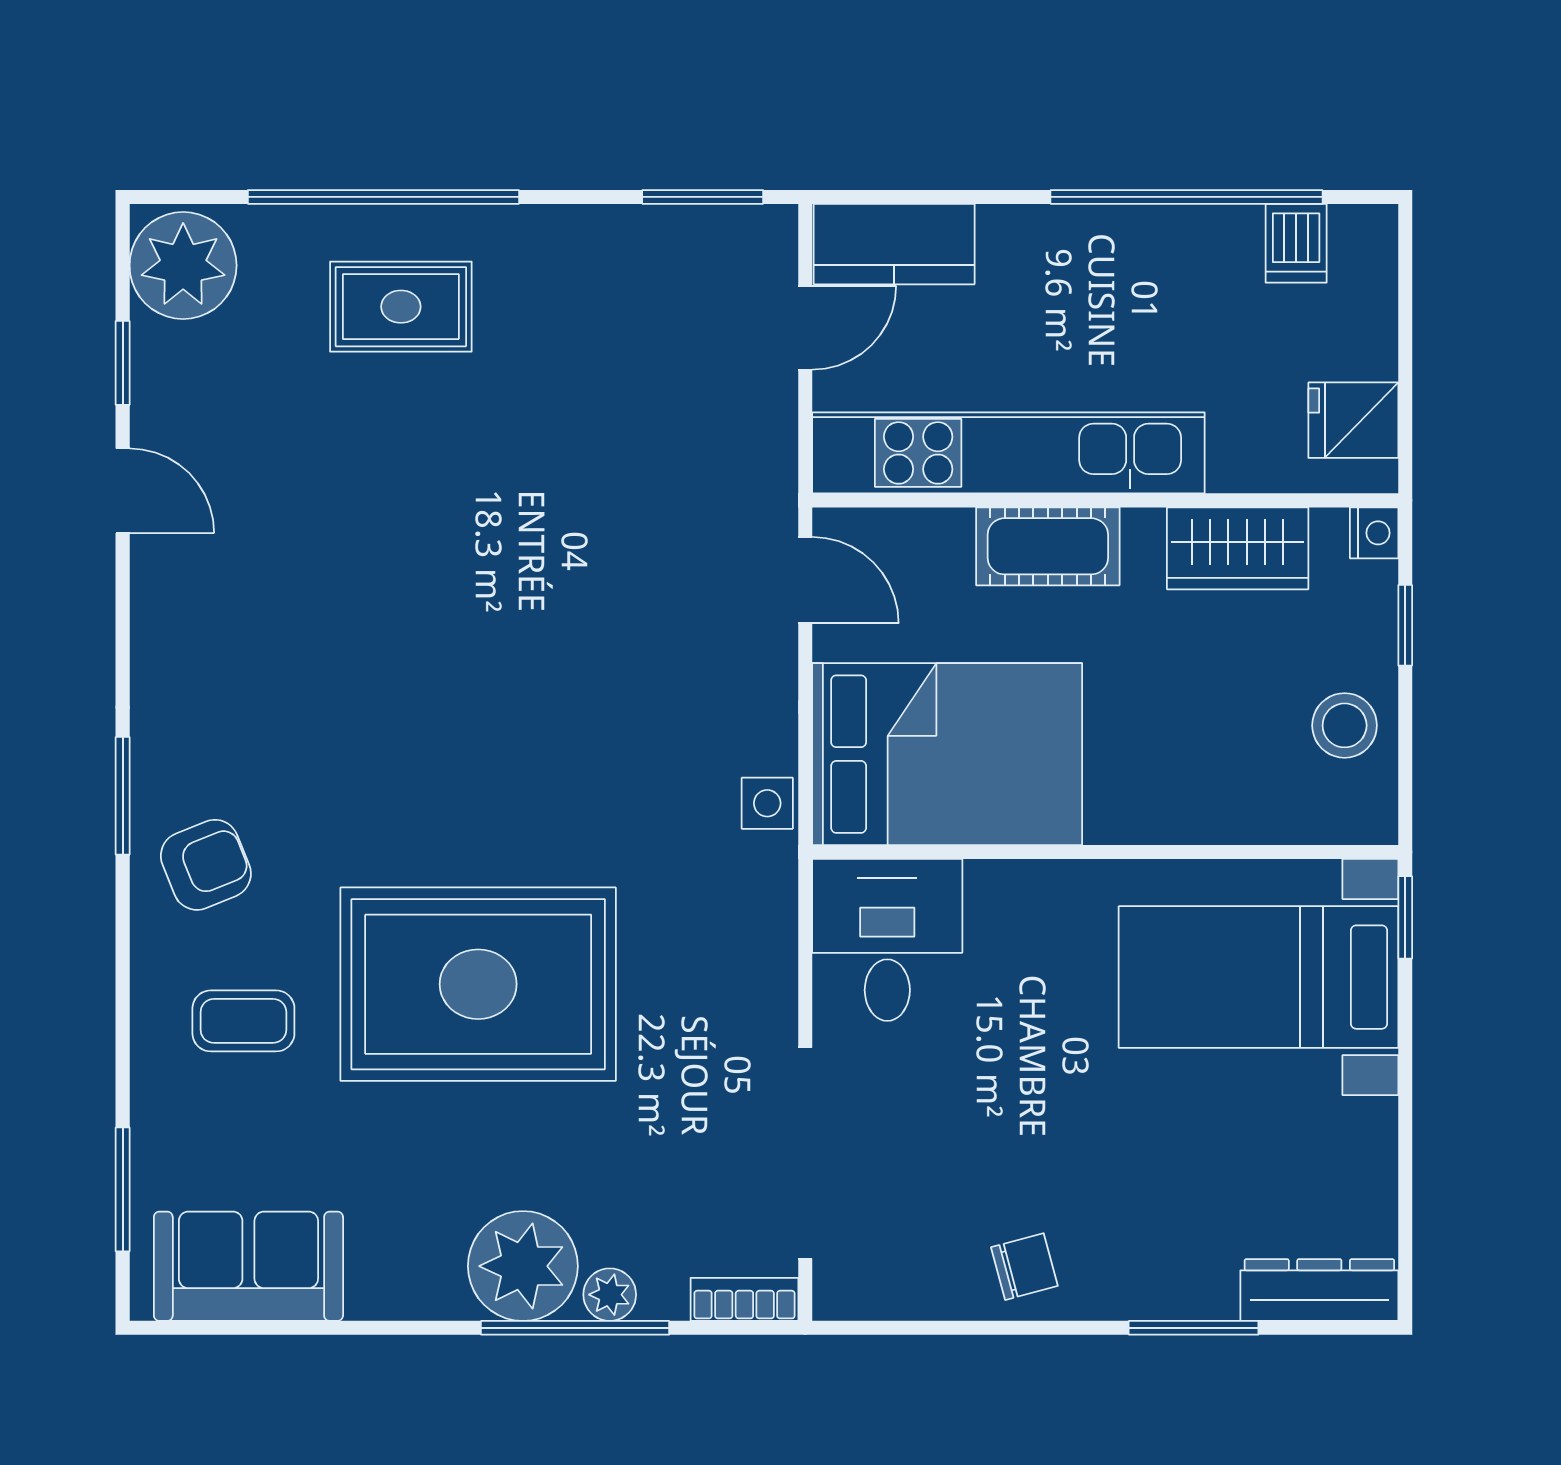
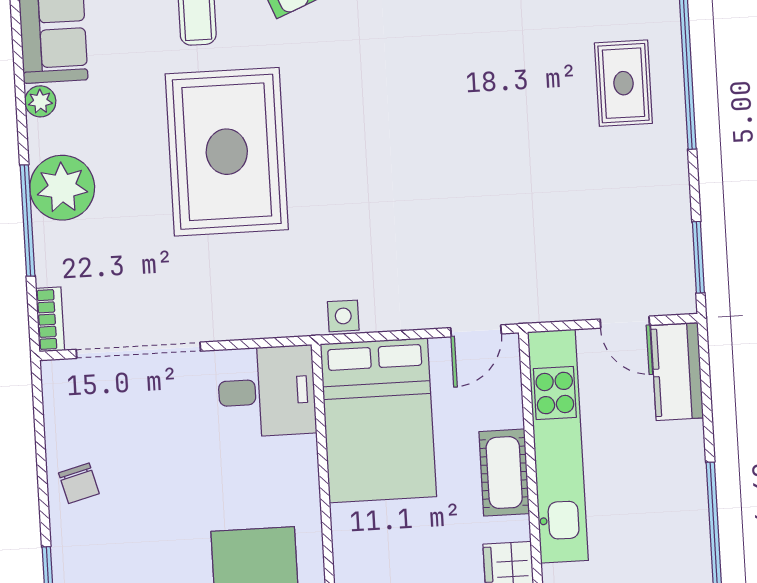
plant: (610, 1295) -> (40, 101), moved

